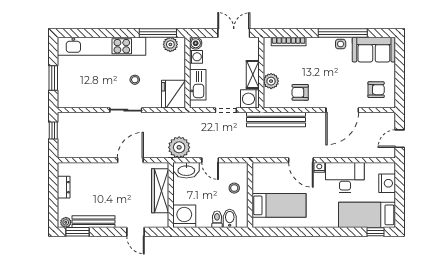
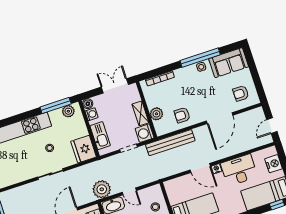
armchair: (376, 90) -> (241, 93), turned 180

